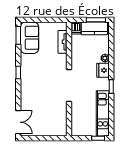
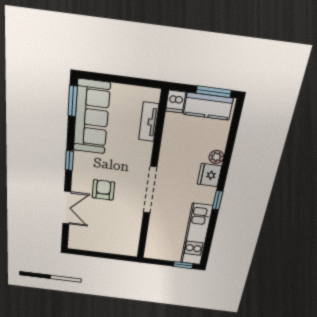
sofa: (29, 38) -> (91, 117), width x1.36
armchair: (40, 89) -> (103, 190), added
double door: (18, 122) -> (67, 208), moved

